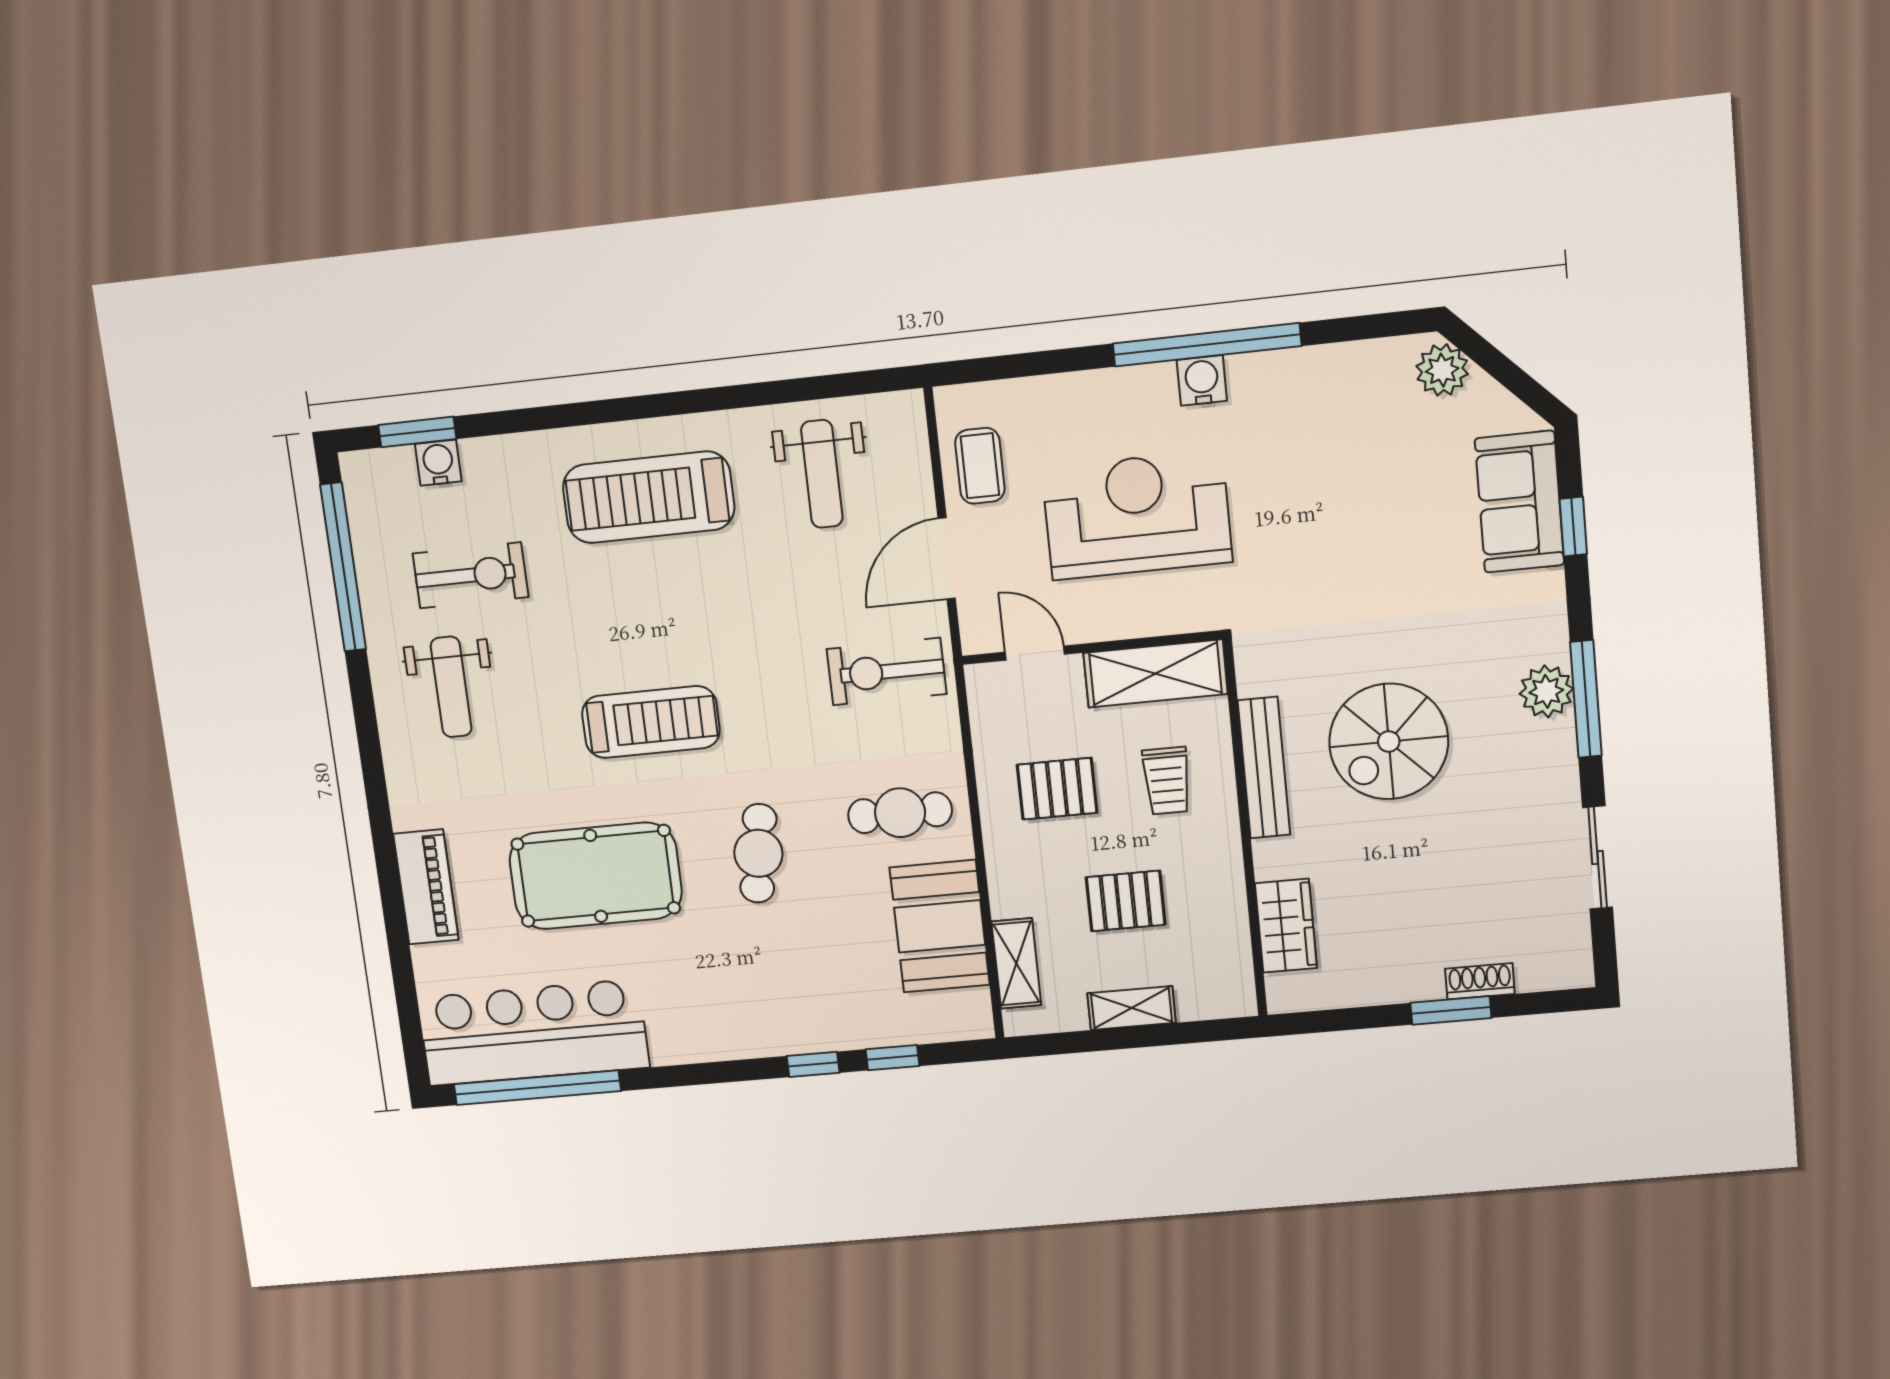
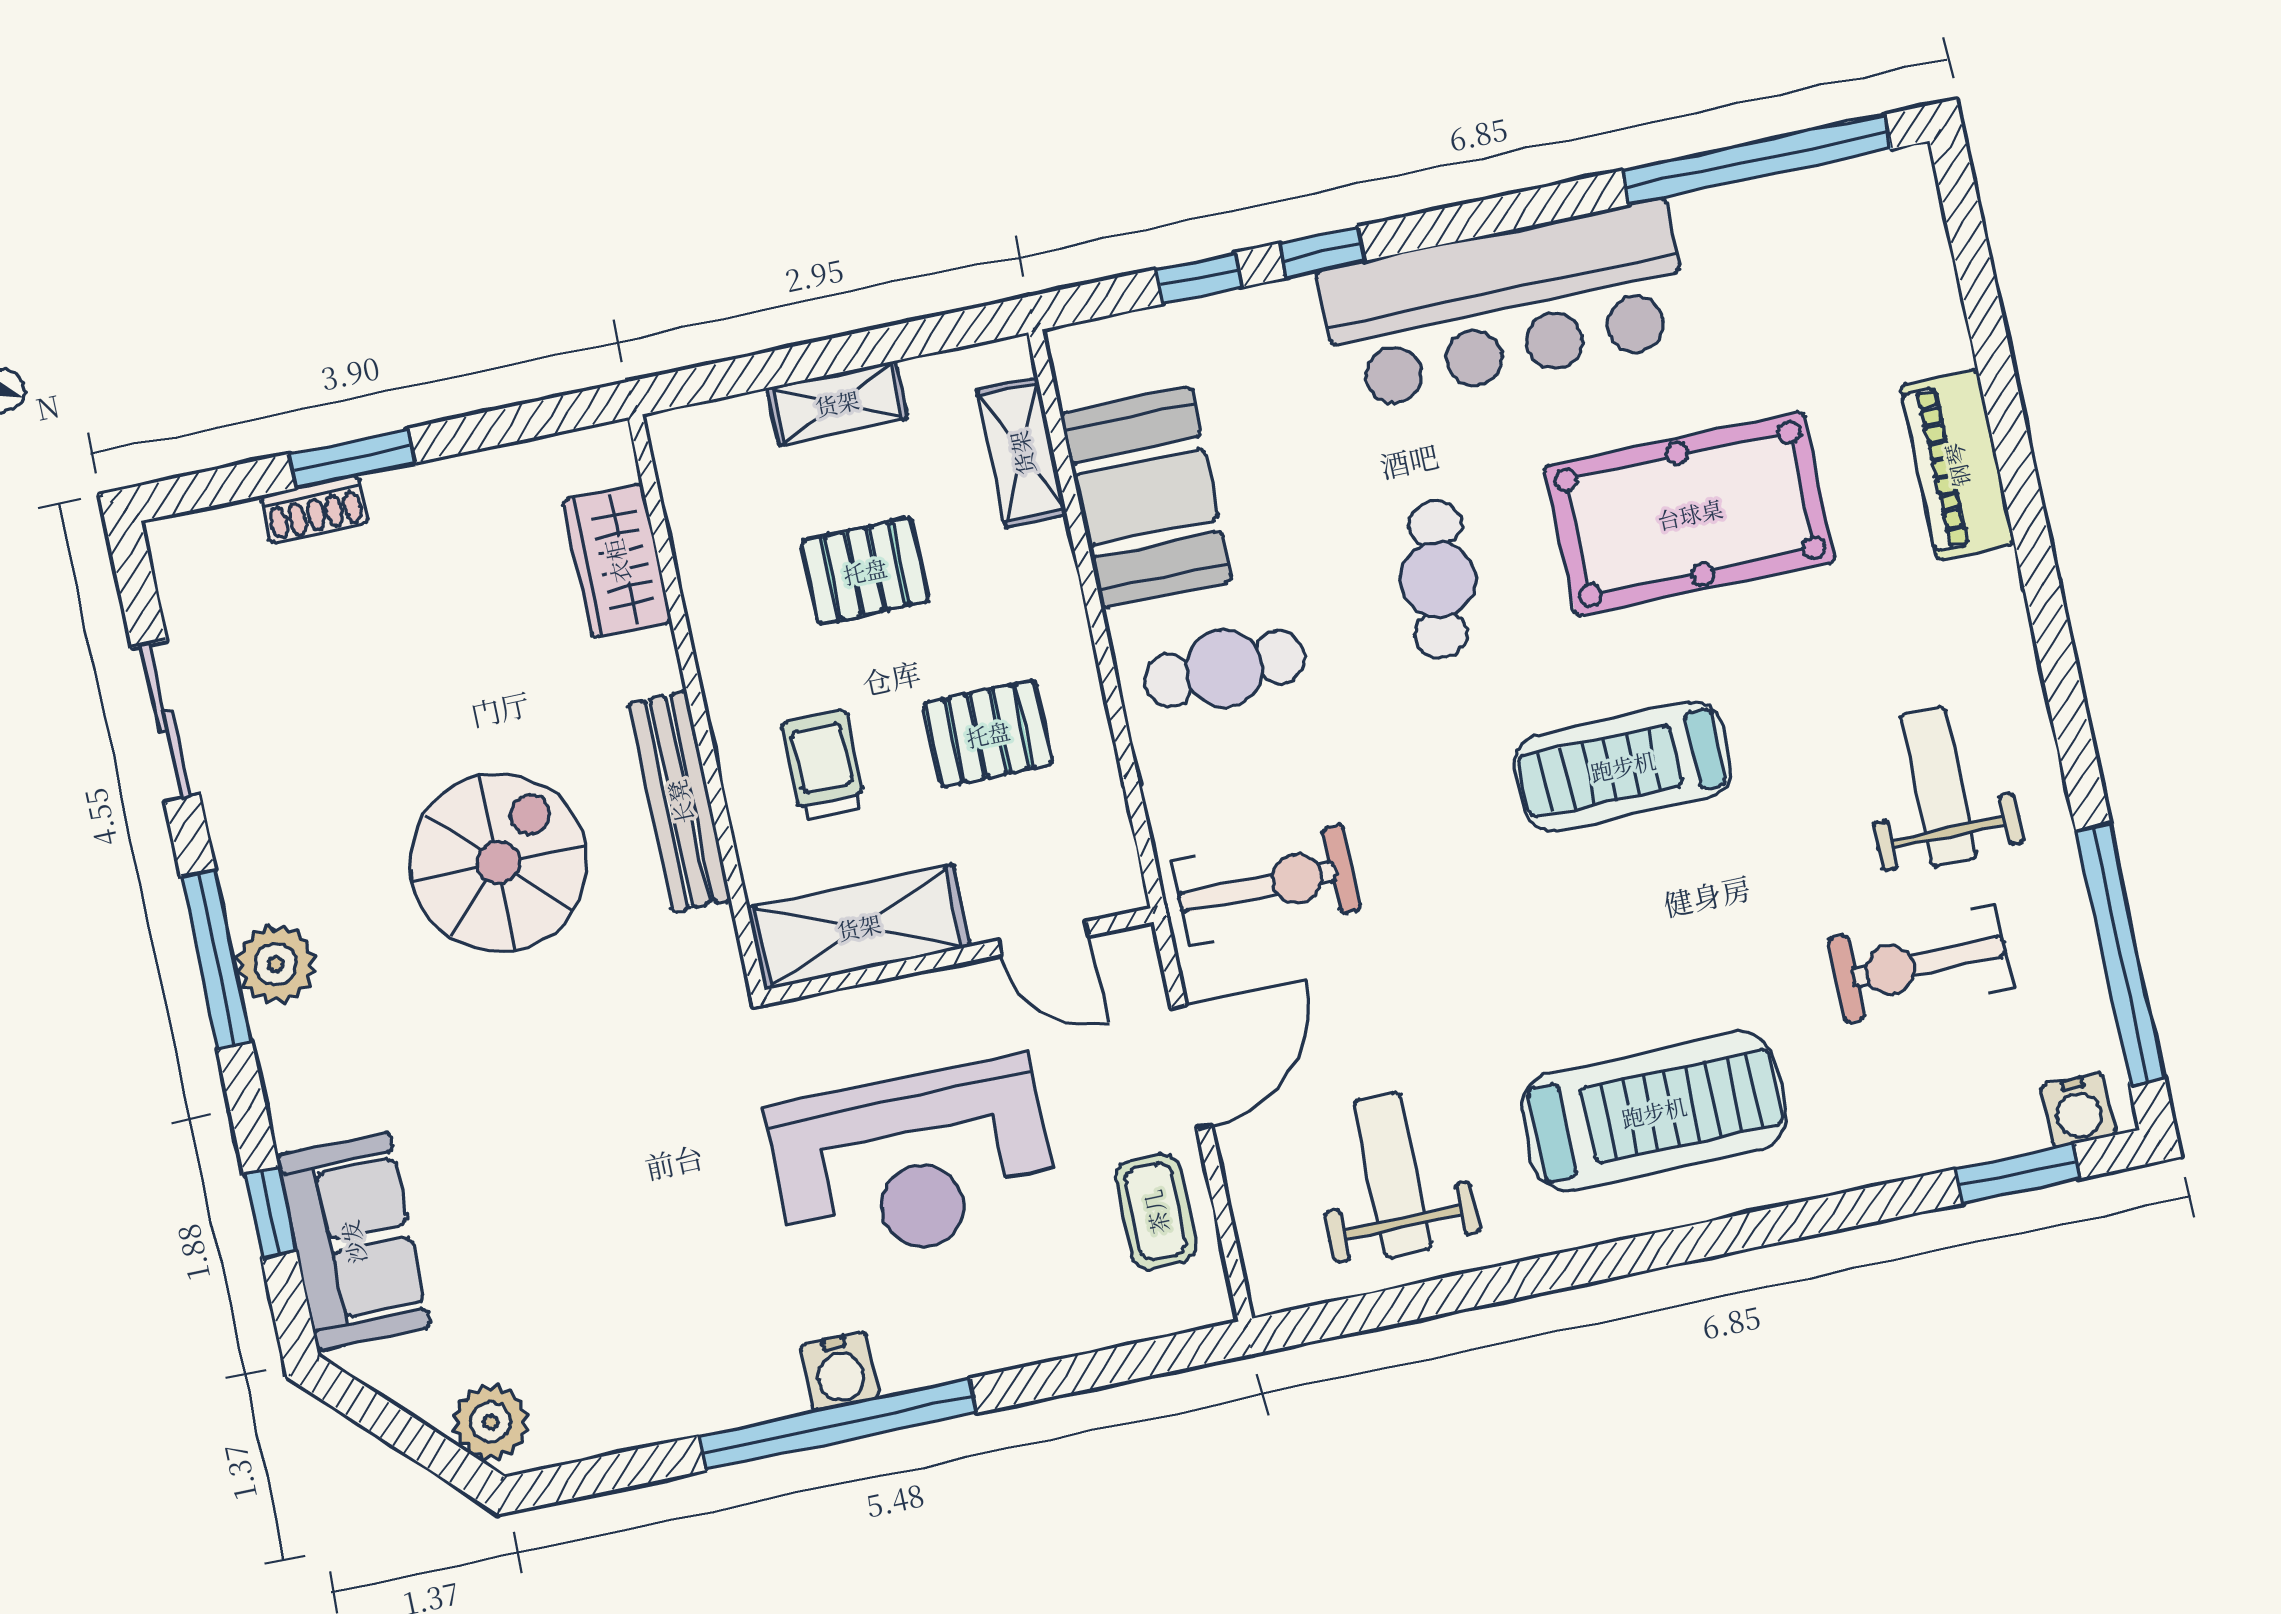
water cooler: (438, 463) -> (2078, 1110), moved
bar counter: (533, 1033) -> (1505, 305), moved

